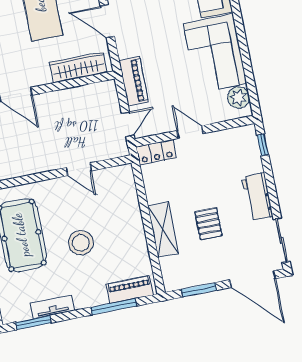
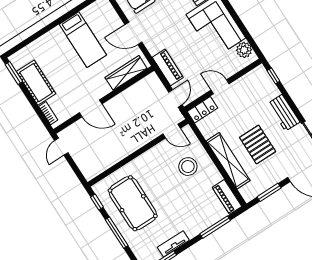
door: (79, 169) -> (172, 131), moved
pallet: (208, 224) -> (258, 144), width x1.50, depth x1.42
shelving: (163, 229) -> (228, 161), width x1.47
stool: (81, 243) -> (188, 167), moved
piano: (130, 290) -> (227, 197), moved, turned -90

